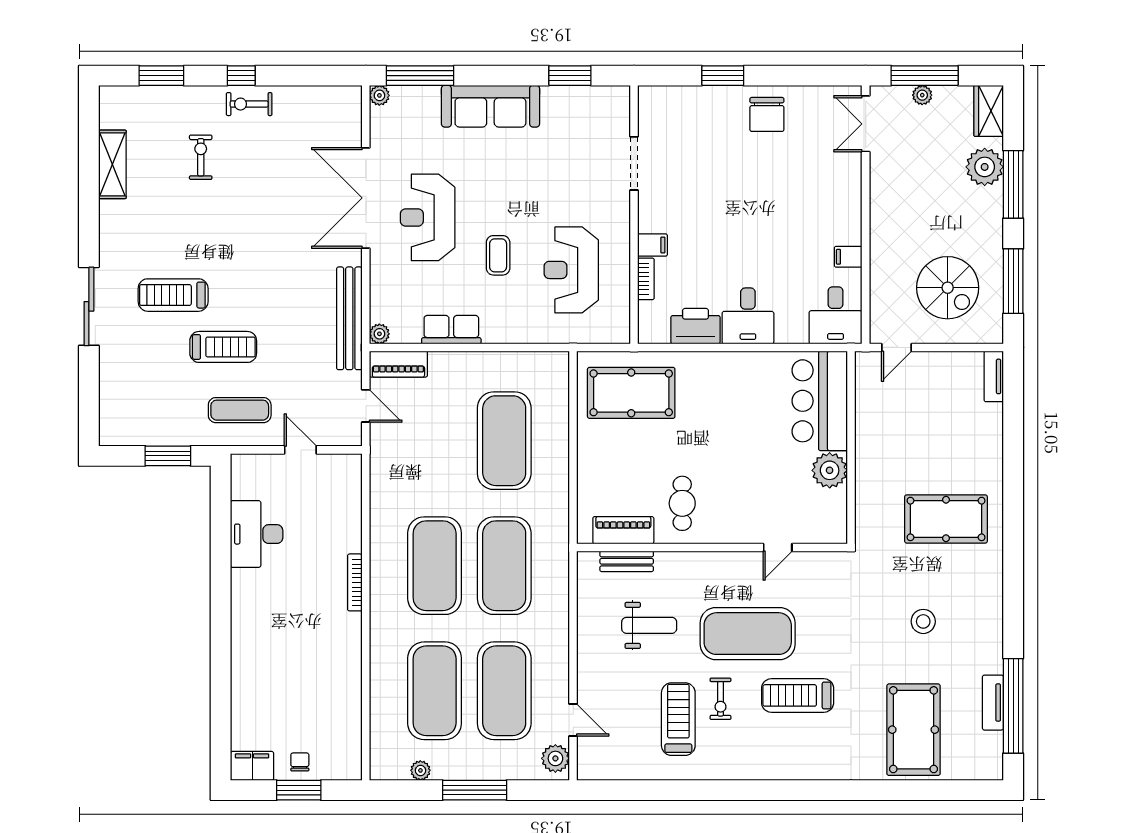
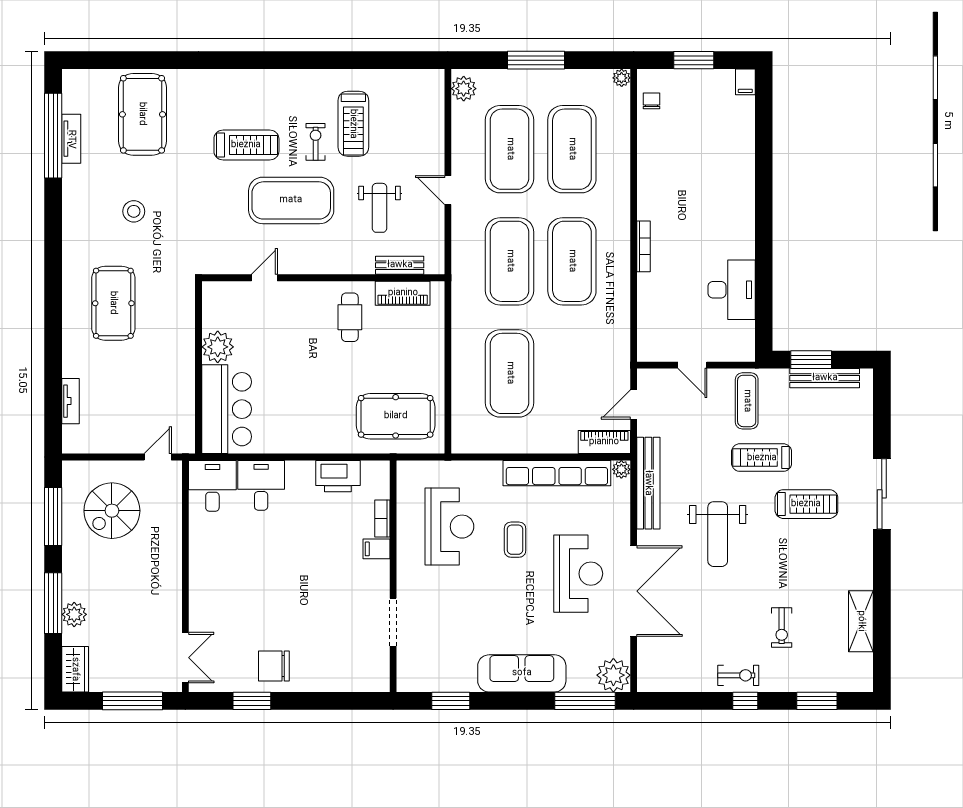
window: (723, 76) -> (252, 701), moved
plant: (379, 95) -> (613, 675), width x1.88, depth x1.88
plant: (922, 95) -> (135, 683), removed
chair: (767, 114) -> (274, 666), turned -90
plant: (985, 167) -> (74, 614), width x0.73, depth x0.73
filing cabinet: (848, 257) -> (201, 538), removed
weight bench: (272, 262) -> (718, 534), added
spiral stairs: (948, 288) -> (112, 511), turned -90
desk: (748, 316) -> (261, 485), moved
row of seats: (451, 330) -> (557, 473), width x2.02
tv unit: (994, 376) -> (71, 401), moved
door: (366, 406) -> (634, 405), hinge flipped
exercise mat: (240, 410) -> (747, 401), turned 90
bench: (153, 435) -> (825, 378), added
pool table: (946, 519) -> (113, 303), turned 90
weight bench: (649, 625) -> (379, 208), turned -90
door: (573, 720) -> (448, 190), moved
chair: (300, 762) -> (652, 101), moved, turned 180
filing cabinet: (252, 766) -> (745, 82), width x0.50
plant: (420, 770) -> (622, 78), moved

